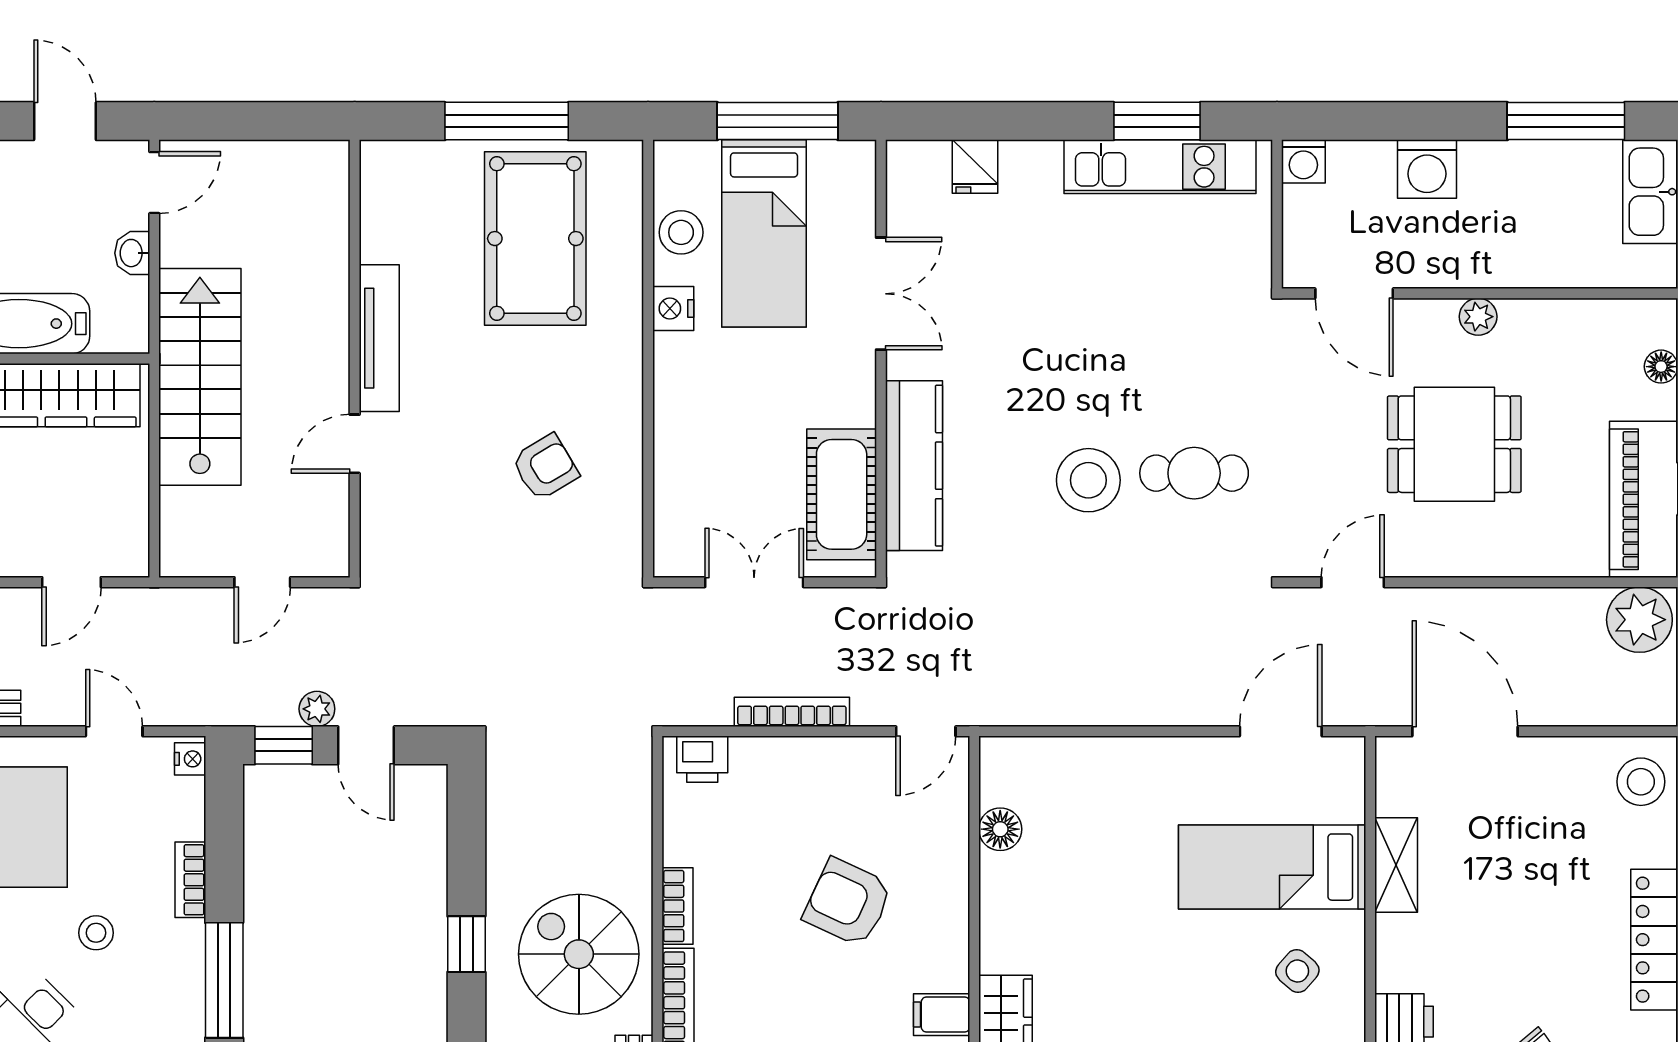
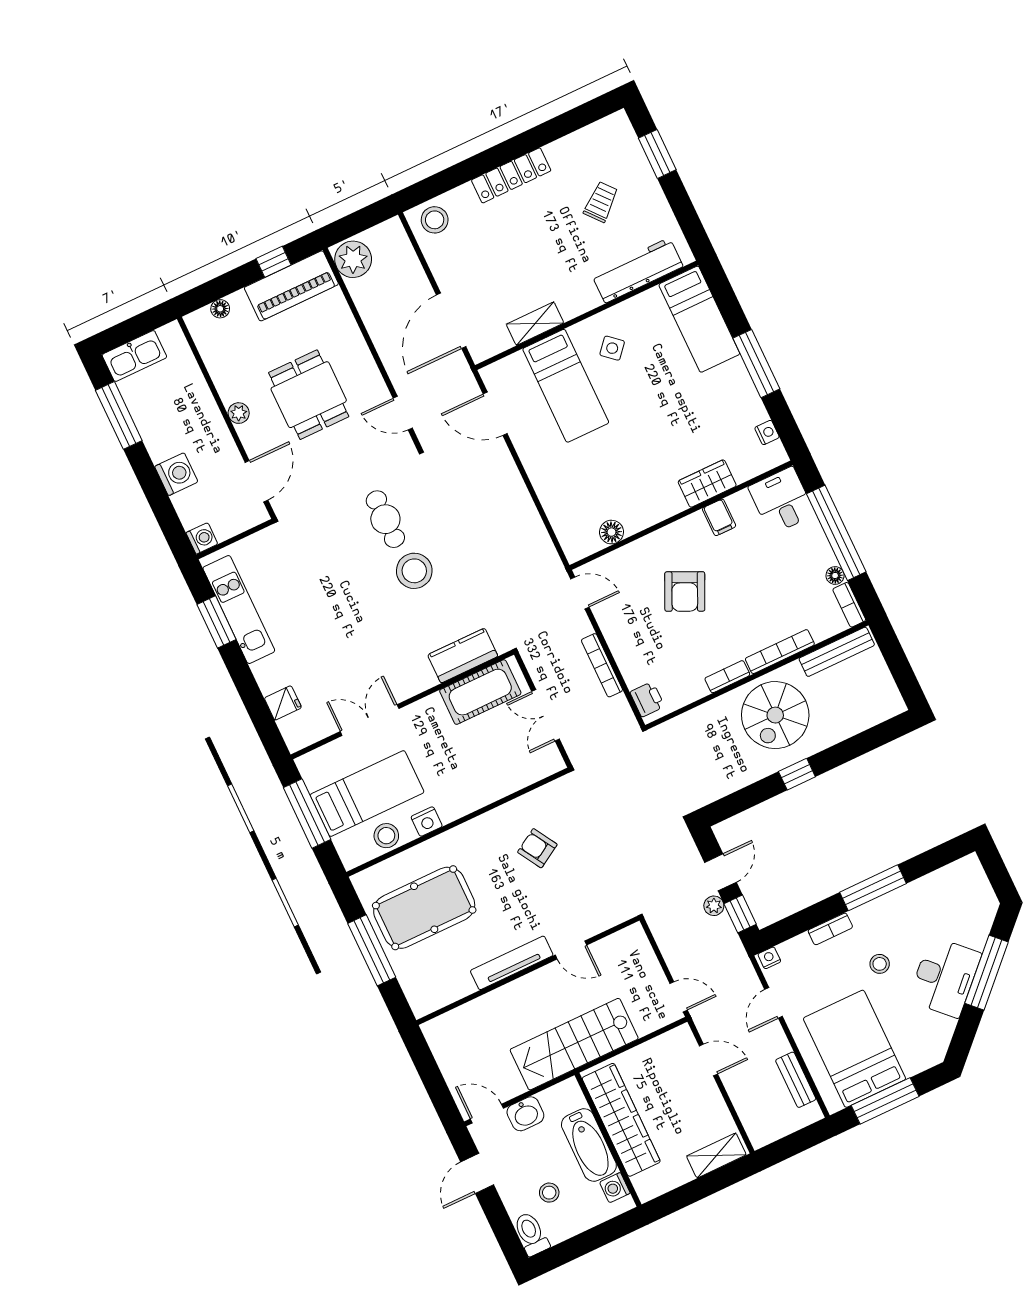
washbasin: (132, 253) -> (525, 1114), width x1.38, depth x1.45
kitchen counter: (914, 466) -> (463, 656), width x0.67
door: (262, 582) -> (679, 997), moved

